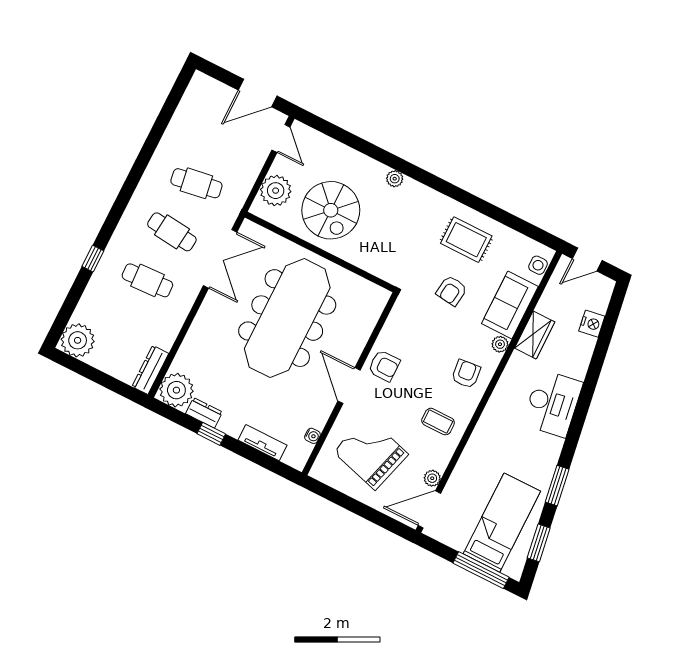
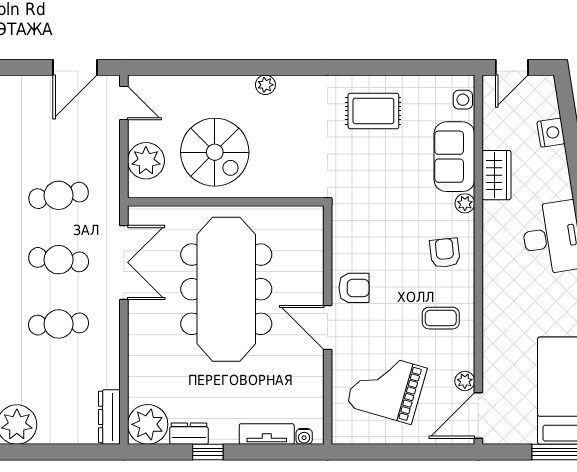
armchair: (452, 291) -> (385, 173), removed
water cooler: (312, 436) -> (304, 436), moved, turned 90

